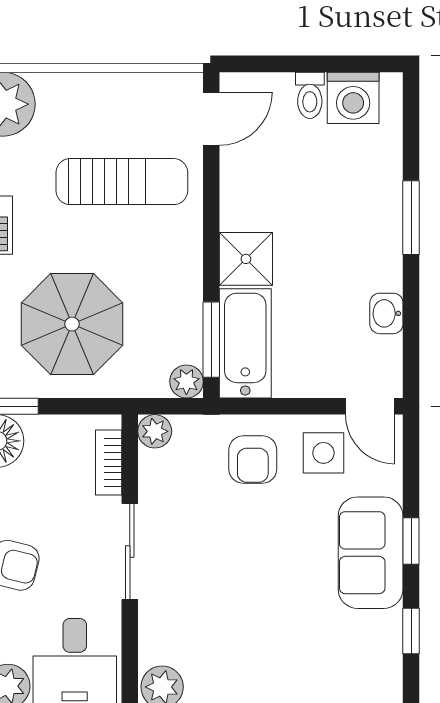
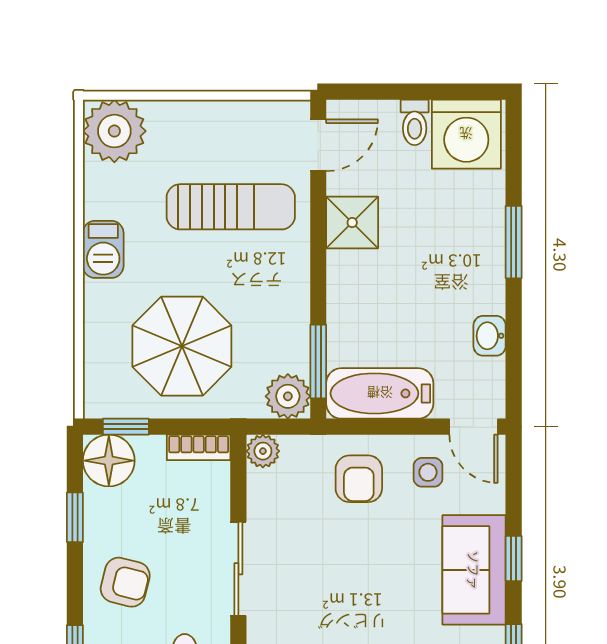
washing machine: (353, 98) -> (466, 134), width x1.37, depth x1.37
shower: (246, 259) -> (352, 223), moved
bathtub: (245, 343) -> (380, 393), moved, turned -90
plant: (186, 382) -> (288, 396), width x1.38, depth x1.38
side table: (323, 453) -> (428, 472), width x0.73, depth x0.73
bookcase: (109, 463) -> (199, 447), moved, turned -90

